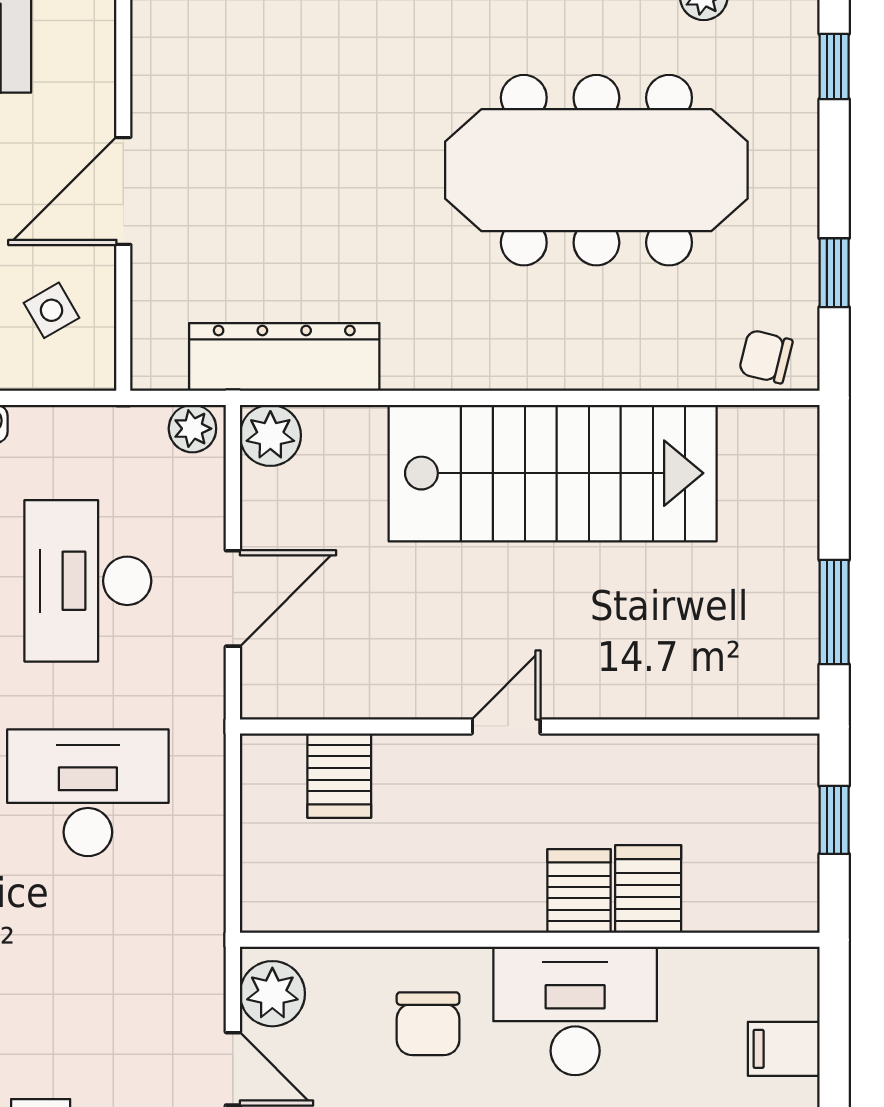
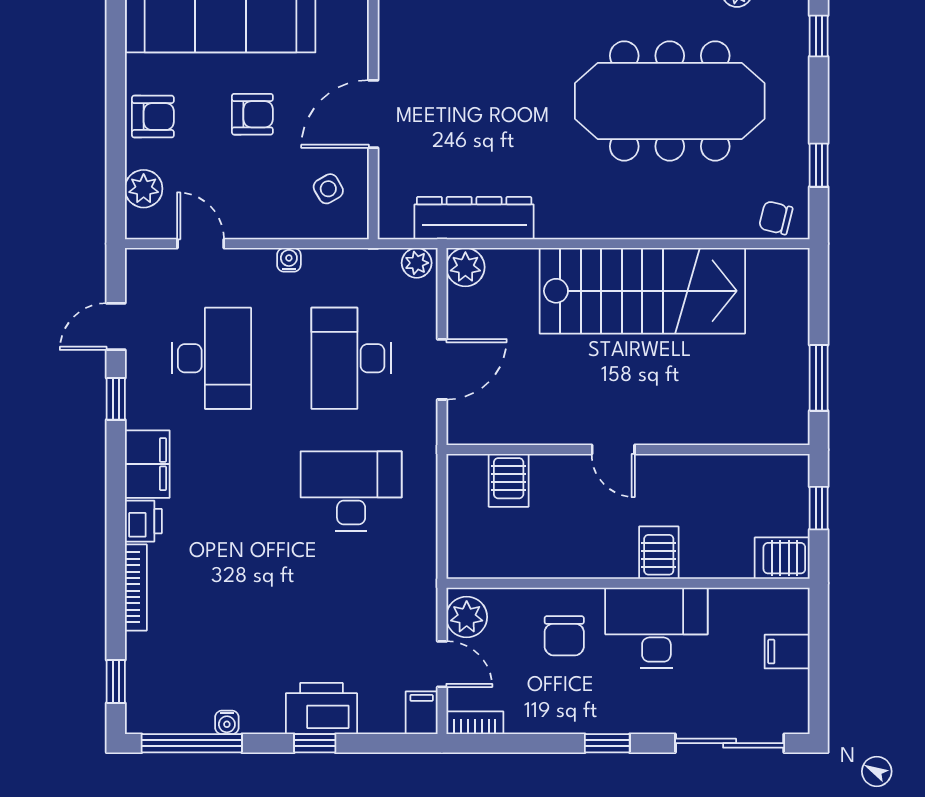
door: (506, 726) -> (613, 450), swing flipped
server rack: (648, 889) -> (782, 558), moved, turned -90

